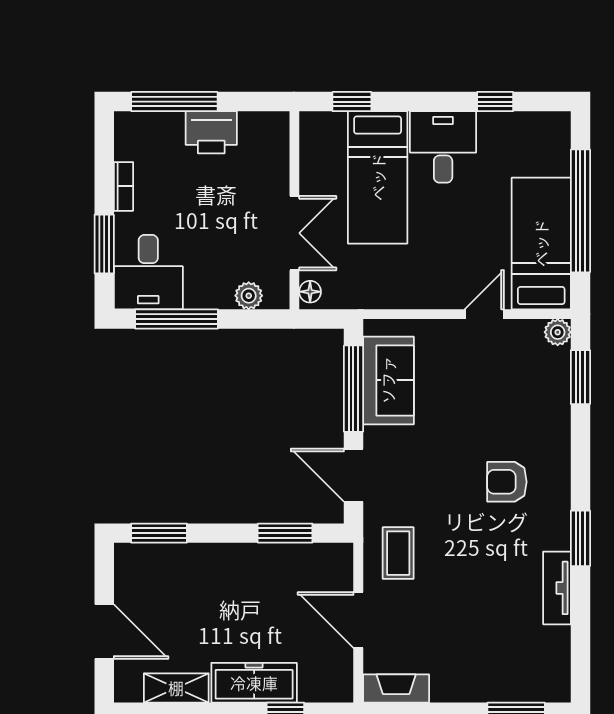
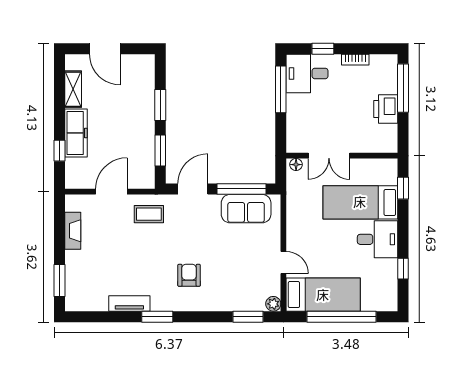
window: (104, 244) -> (323, 49), width x0.67
plant: (249, 296) -> (294, 130), removed
window: (159, 533) -> (160, 105), moved
door: (104, 632) -> (105, 49), hinge flipped
fireplace: (396, 688) -> (73, 231), moved

